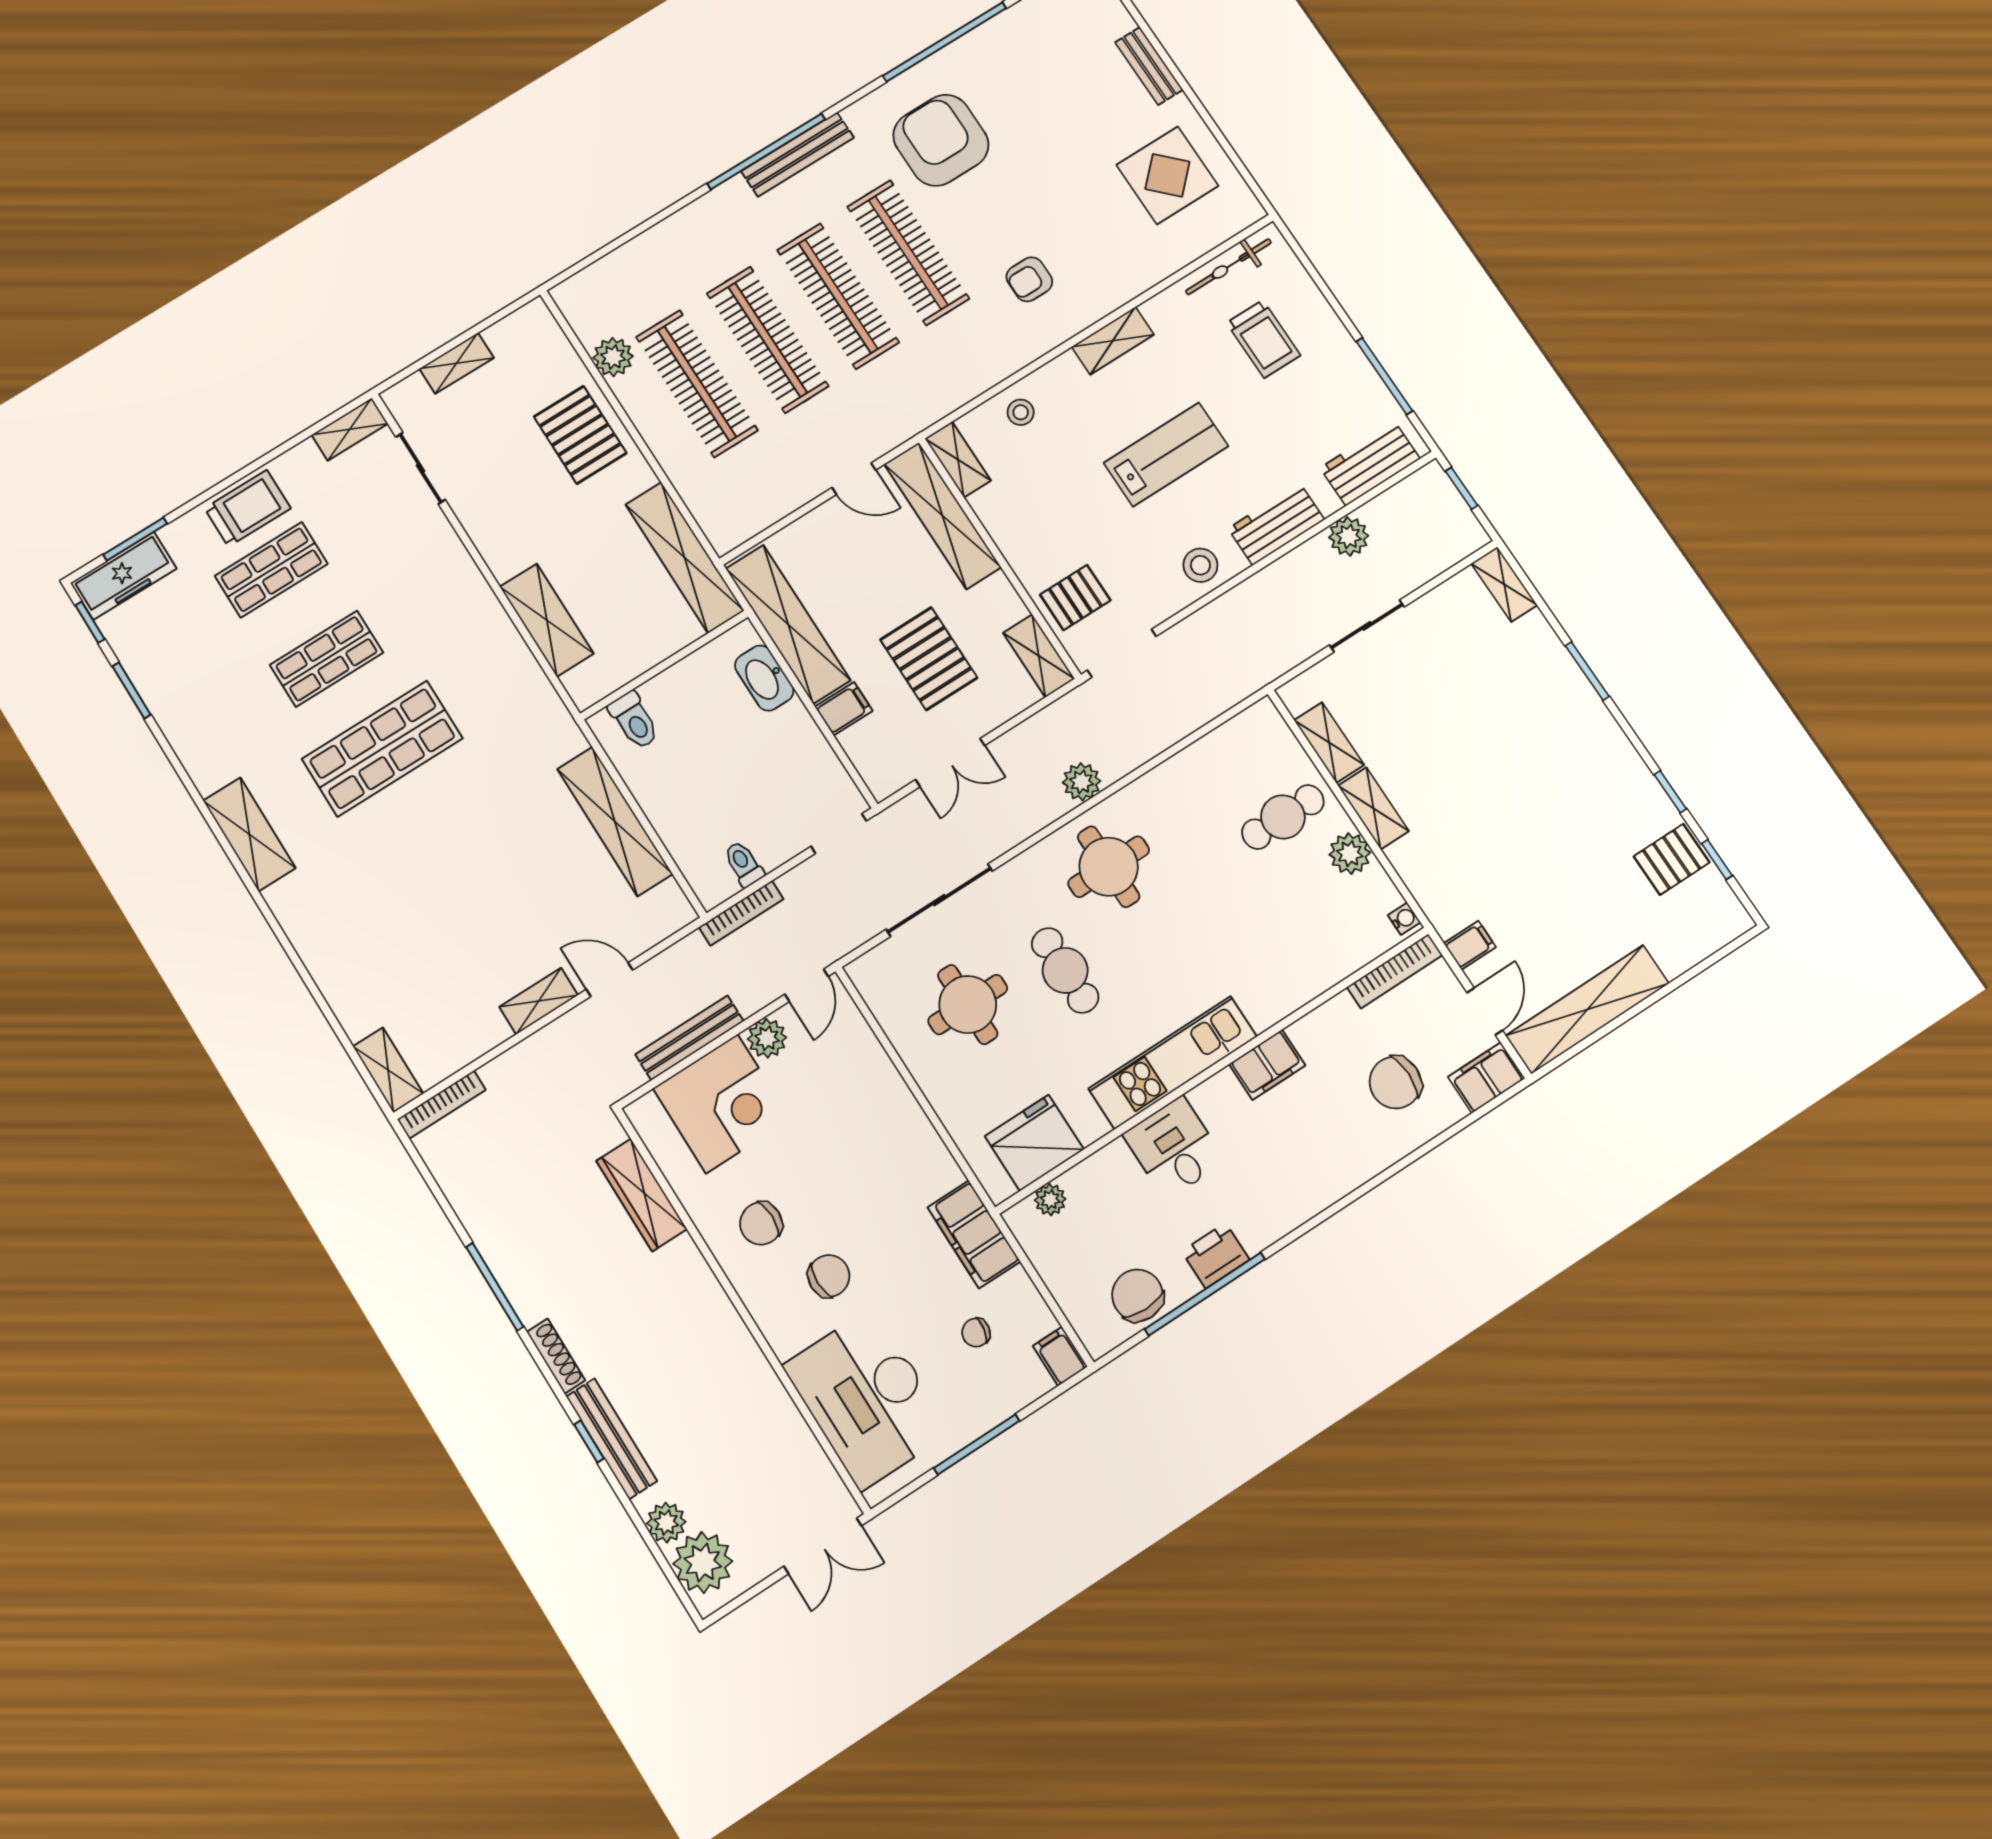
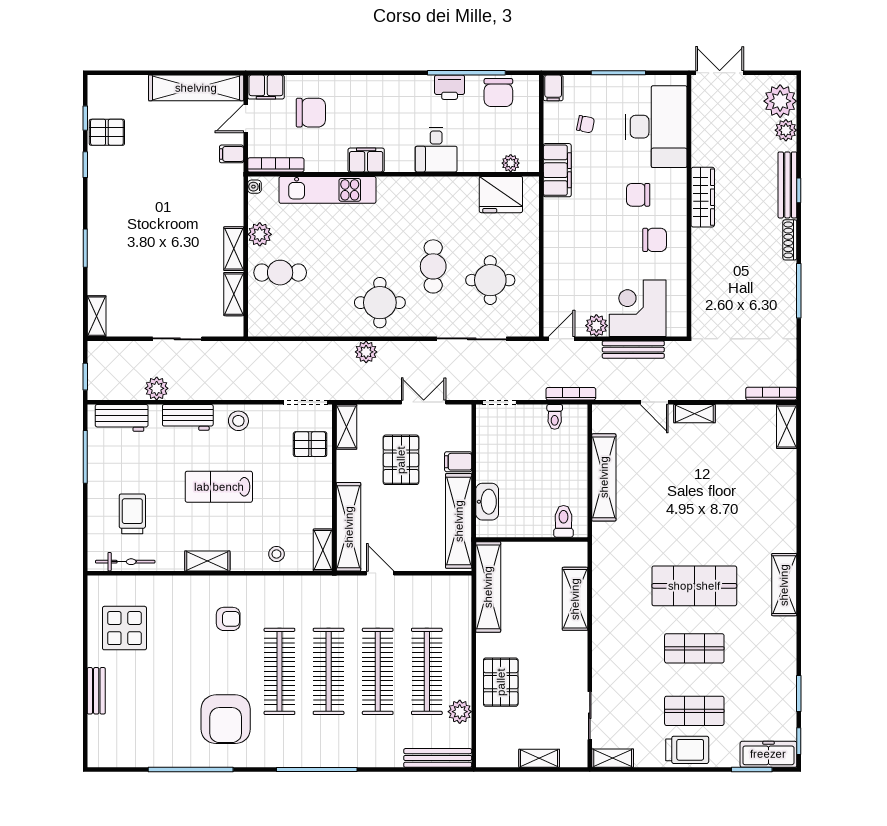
bench: (797, 154) -> (438, 758), moved
trolley: (248, 508) -> (687, 750), turned 180
kitchen unit: (1173, 1063) -> (328, 190), moved
wardrobe: (642, 1195) -> (703, 197), moved

